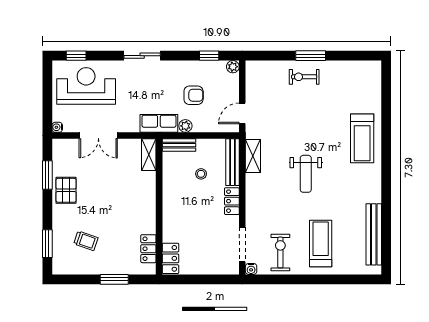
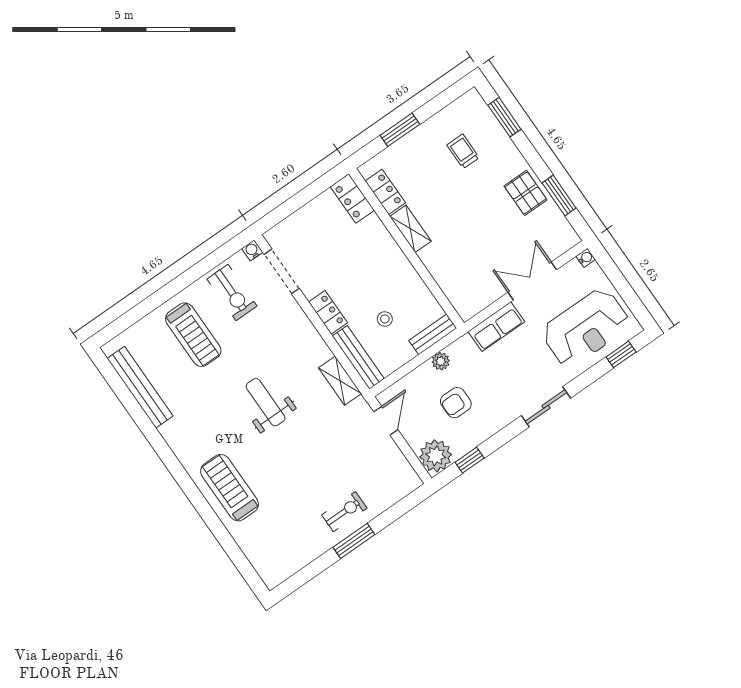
plant: (233, 67) -> (436, 456), width x1.87, depth x1.87
row of seats: (159, 123) -> (496, 327), moved
shelving: (149, 155) -> (410, 229), moved
trolley: (86, 241) -> (463, 151), turned 71

